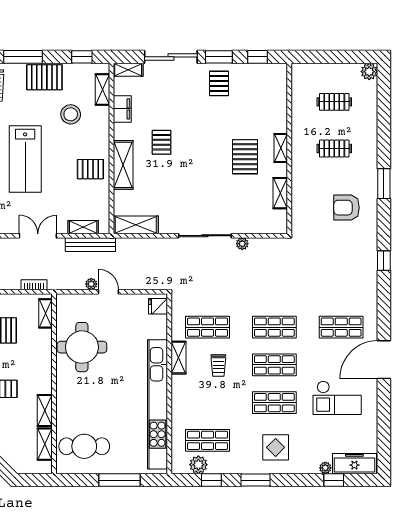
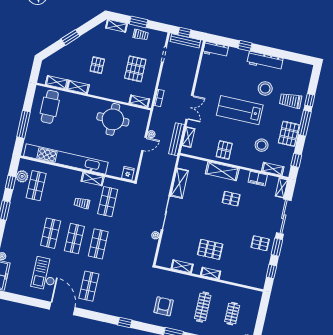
clothes rail: (334, 149) -> (203, 307), width x1.36
shelving: (136, 225) -> (180, 183), moved
display table: (276, 447) -> (22, 228), removed

